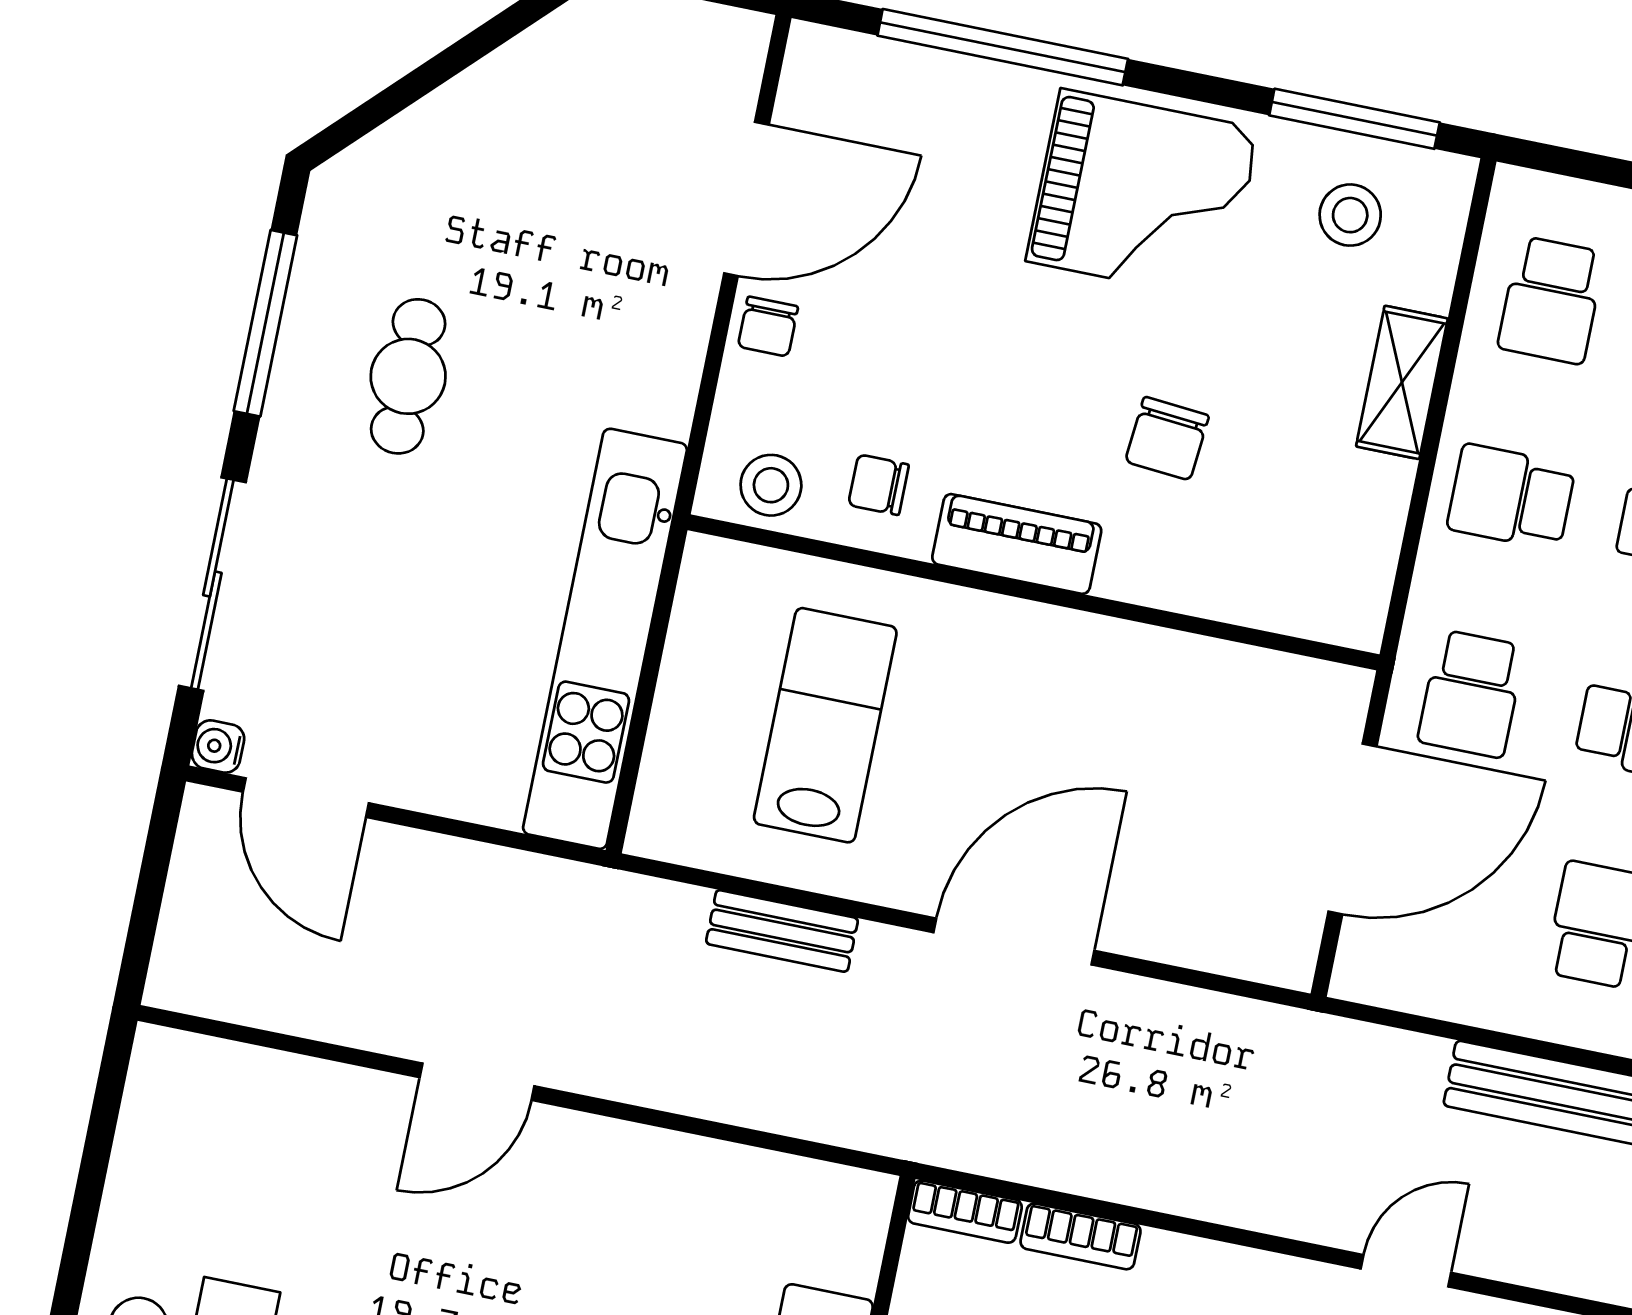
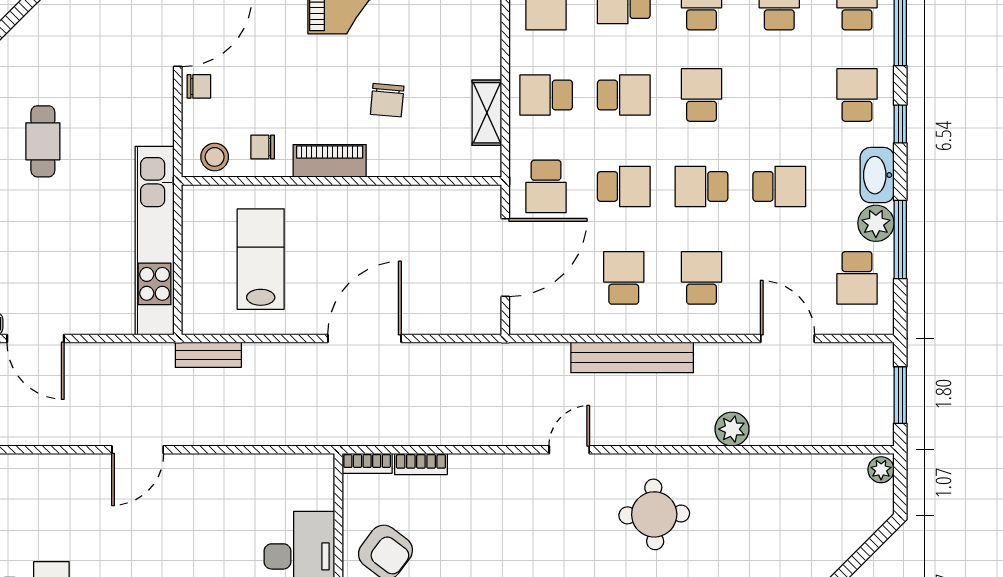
chair: (768, 327) -> (199, 86), turned -90
shelving: (1402, 382) -> (487, 113), moved
bench: (782, 931) -> (208, 355), moved

